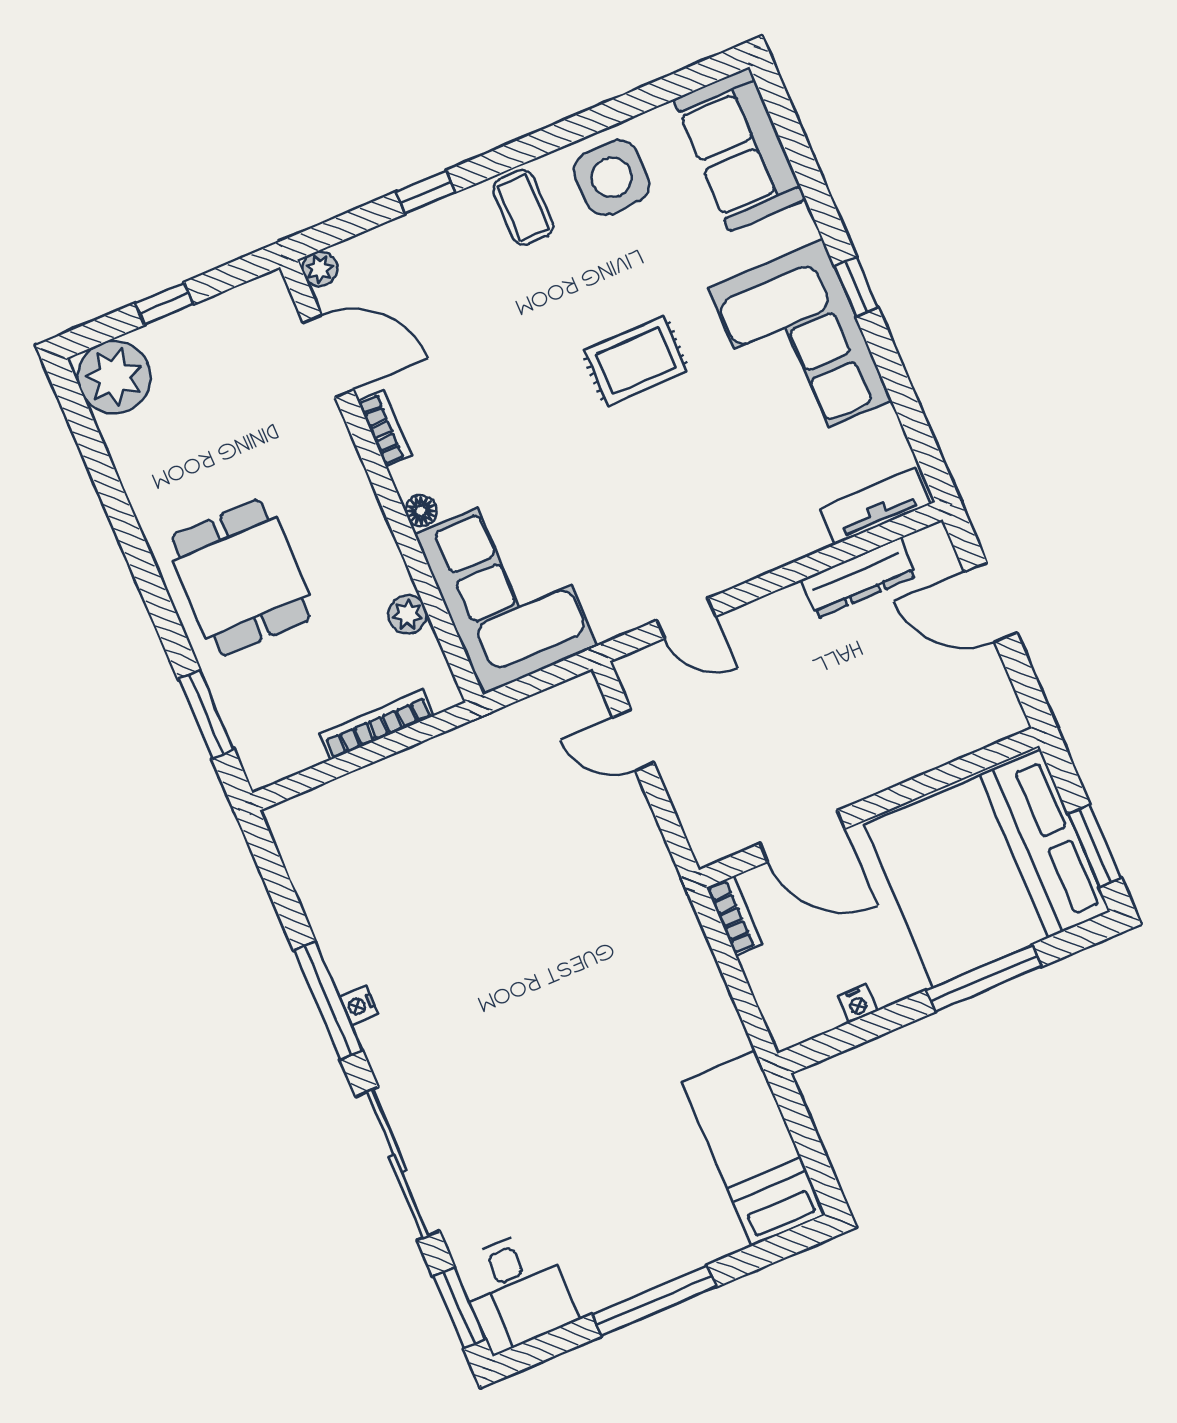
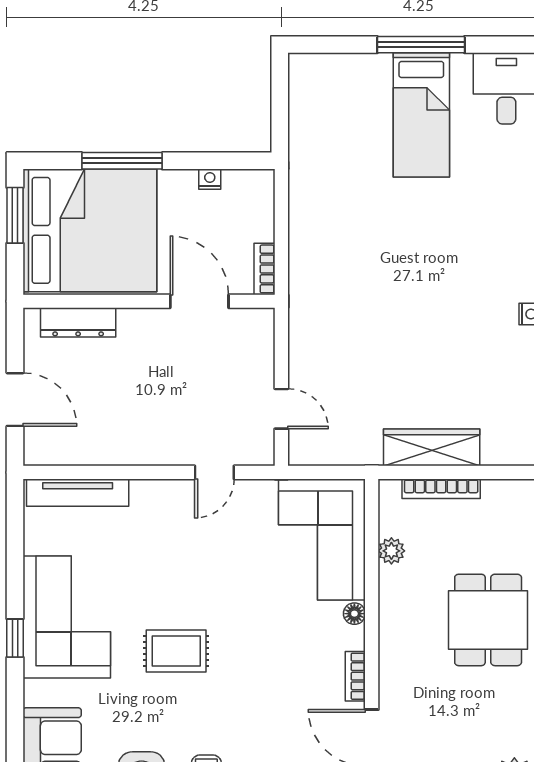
tv unit: (875, 506) -> (78, 493), width x1.41
dresser: (858, 578) -> (78, 322), moved, turned 180
door: (686, 618) -> (214, 472), swing flipped
wardrobe: (413, 774) -> (432, 447), added
bed: (753, 1148) -> (421, 115), moved

